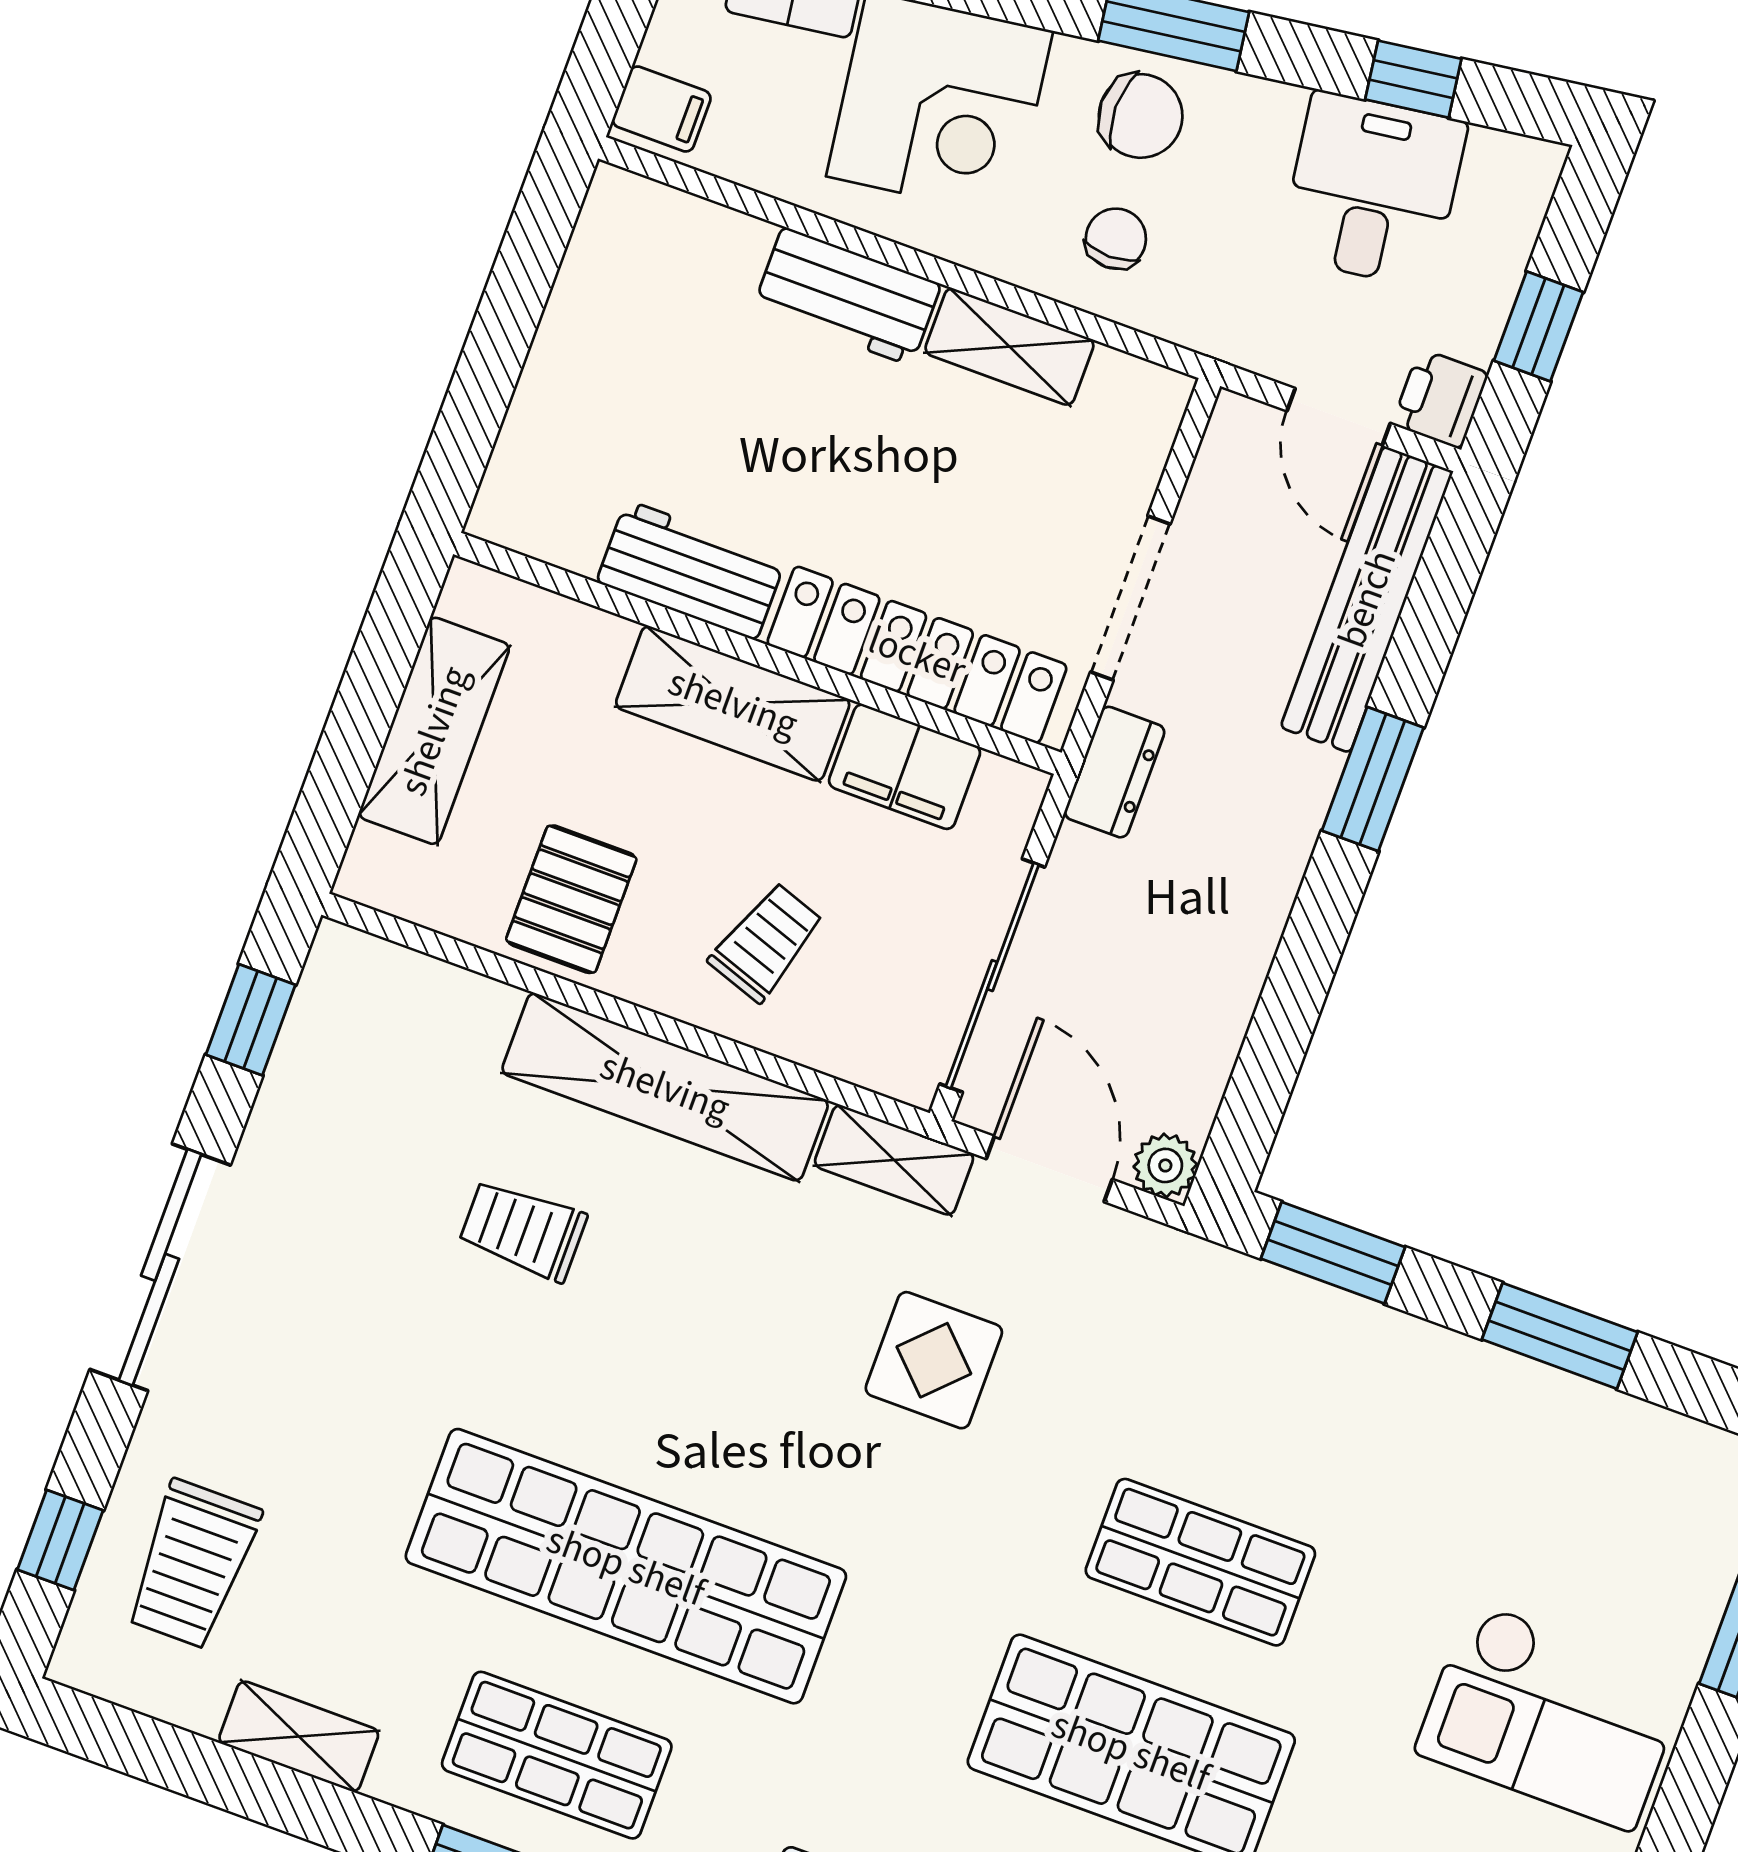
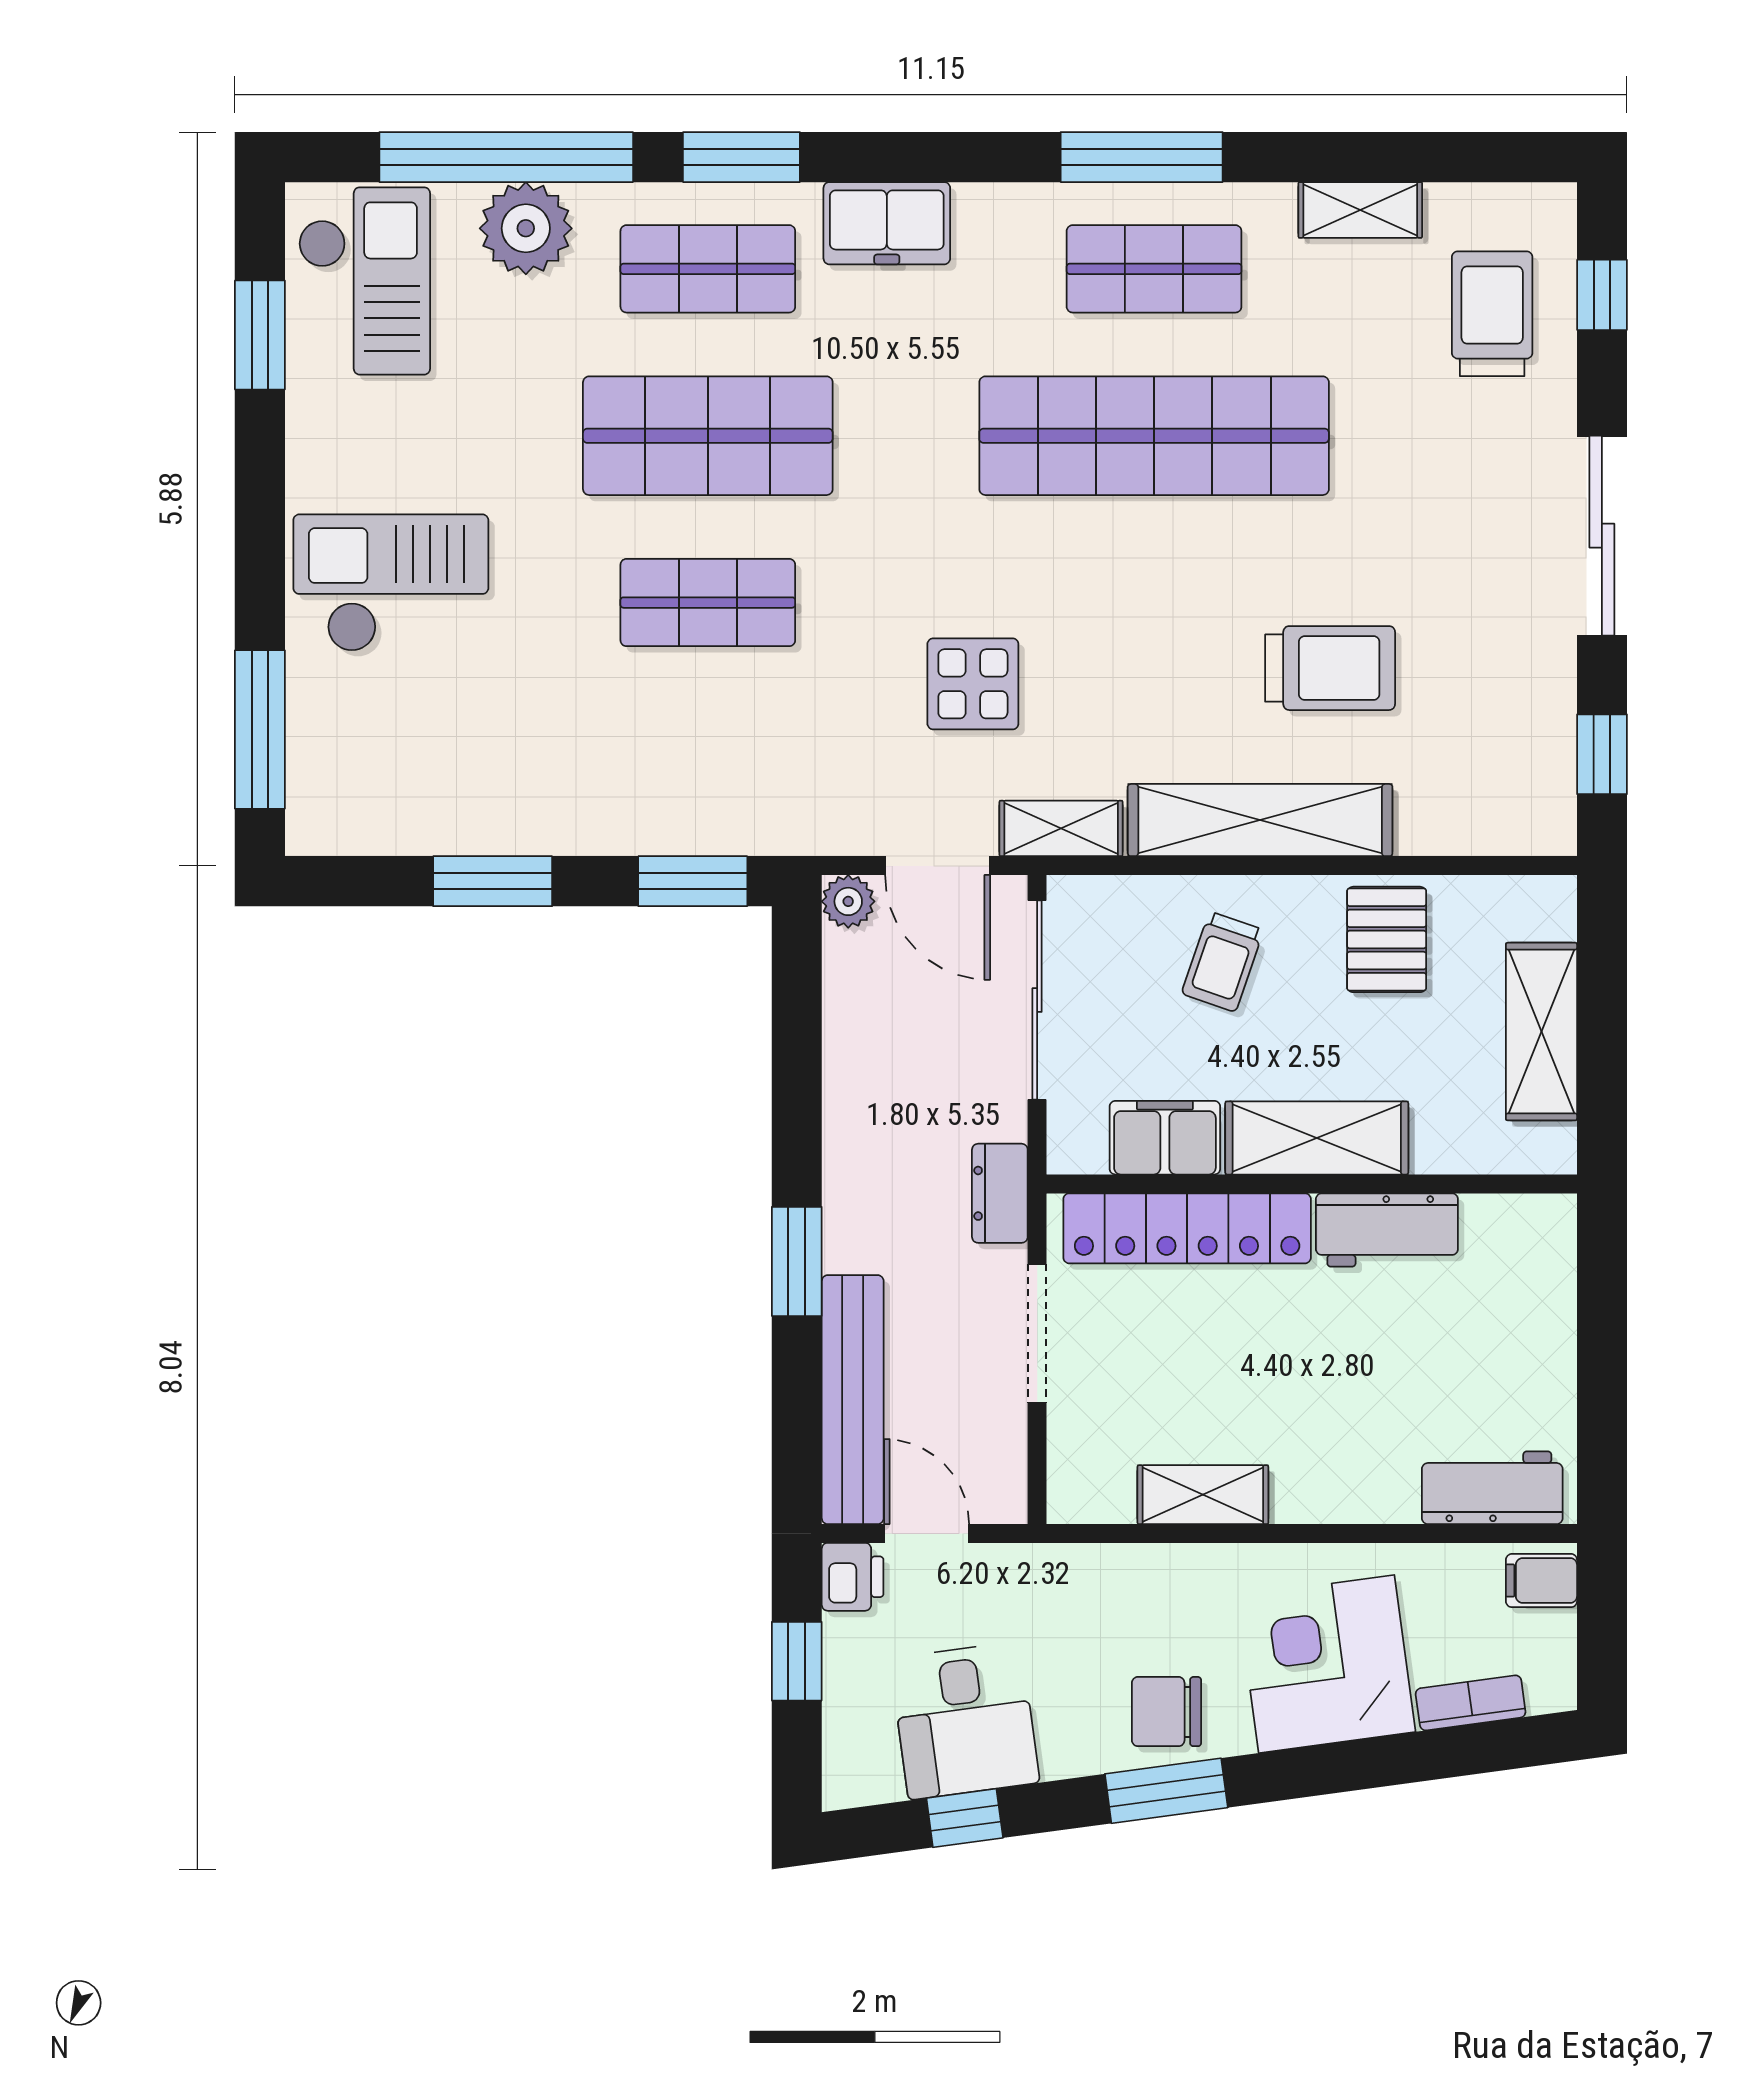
chair: (1116, 239) -> (1151, 1609), removed
workbench: (847, 296) -> (1492, 1488), moved
trolley: (523, 1230) -> (1330, 668), width x1.36, depth x1.39

